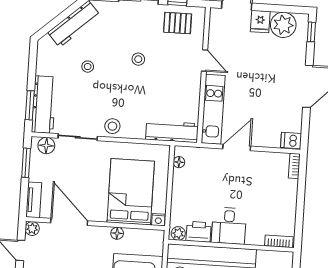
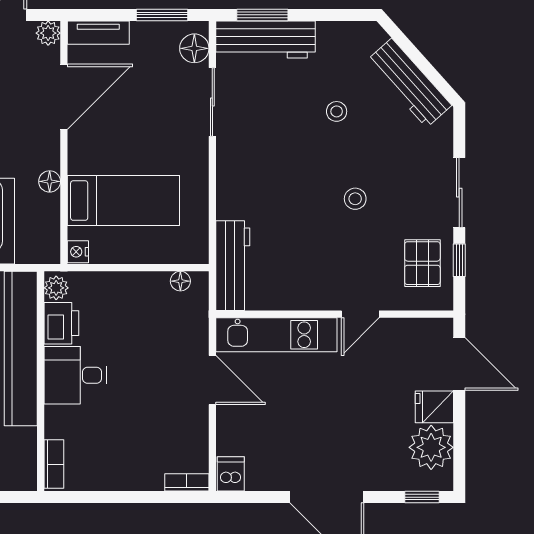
stool: (112, 126) -> (236, 161), removed
bed: (131, 192) -> (123, 201), width x0.67

